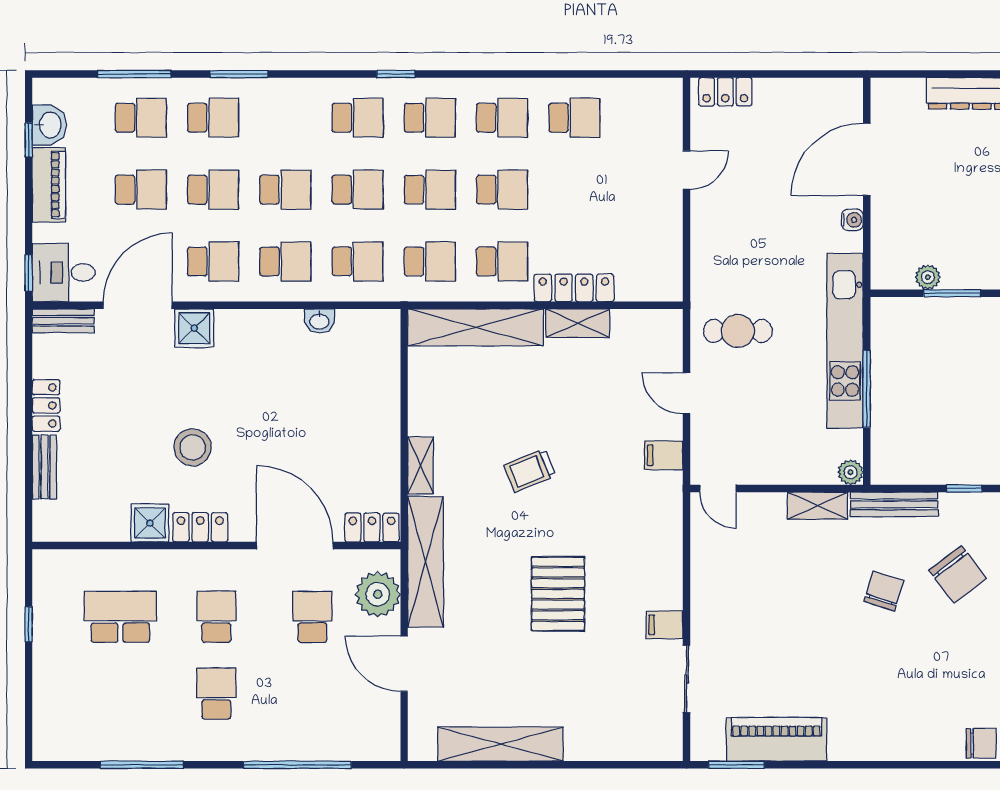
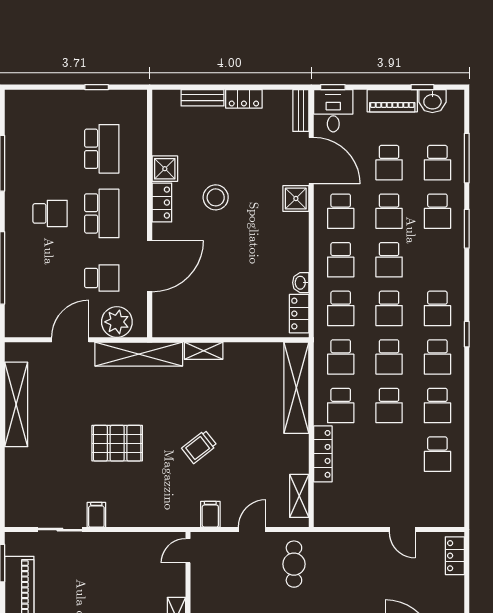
shelving: (578, 323) -> (299, 496), moved
trolley: (530, 470) -> (199, 447), moved, turned -106
locker: (372, 528) -> (299, 314), moved, turned 180
school desk: (216, 617) -> (102, 213), width x1.85

